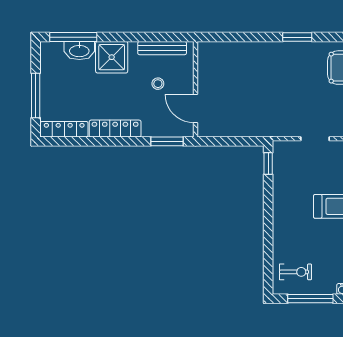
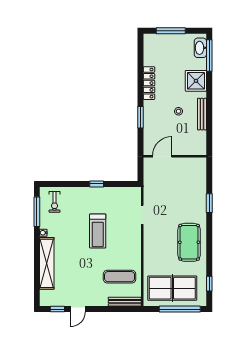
washbasin: (79, 51) -> (200, 48), moved
wall: (195, 89) -> (175, 156), moved
door: (195, 109) -> (162, 156), moved
locker: (64, 129) -> (149, 50), removed
window: (268, 163) -> (97, 184), moved

